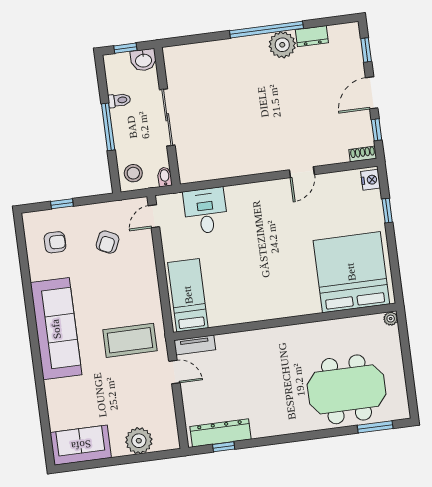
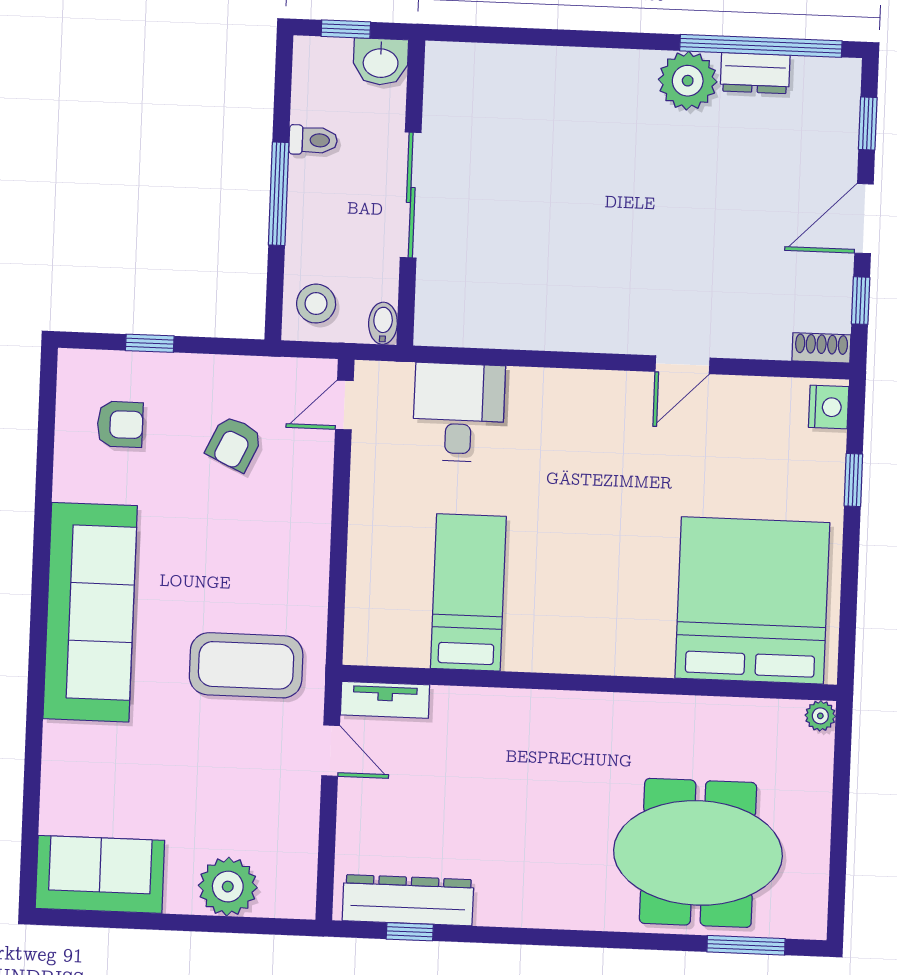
window: (266, 30) -> (761, 46), moved
bed: (188, 295) -> (468, 592), moved

